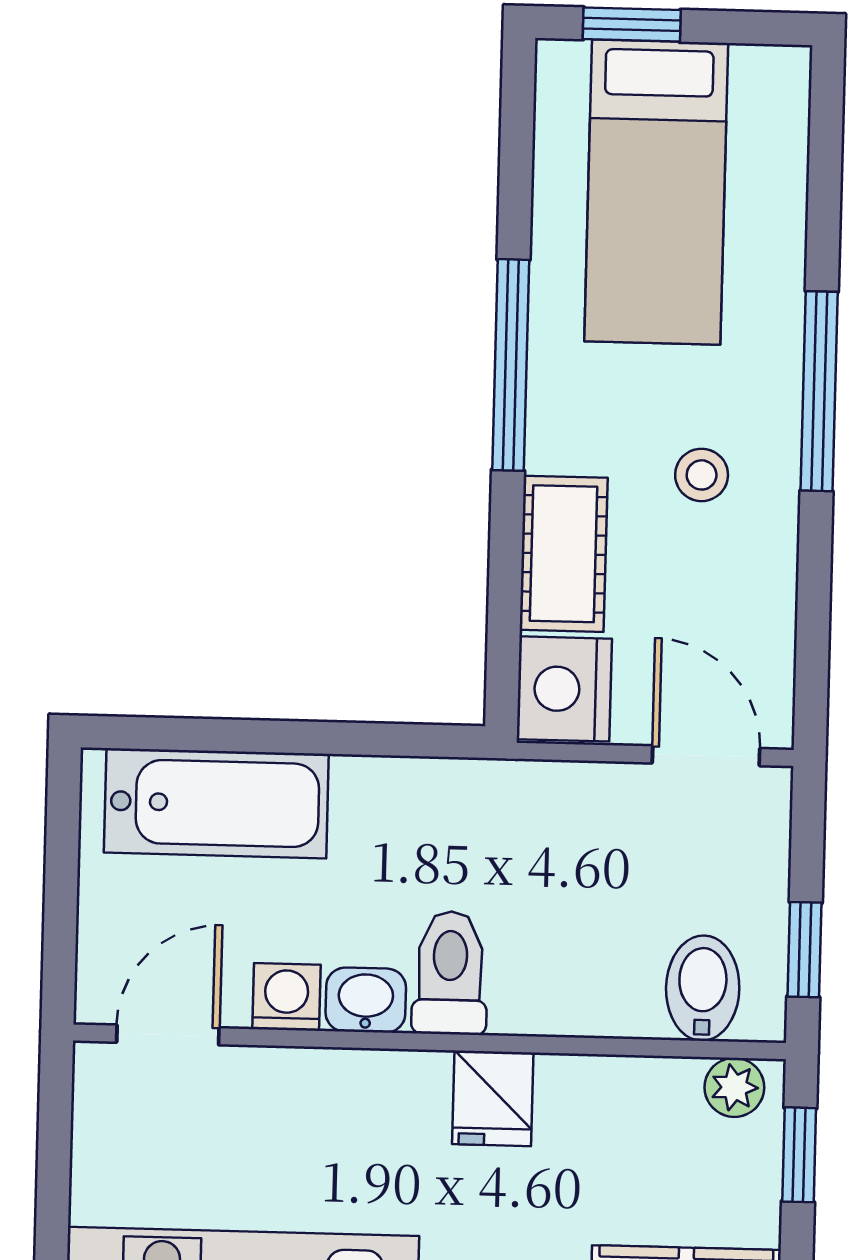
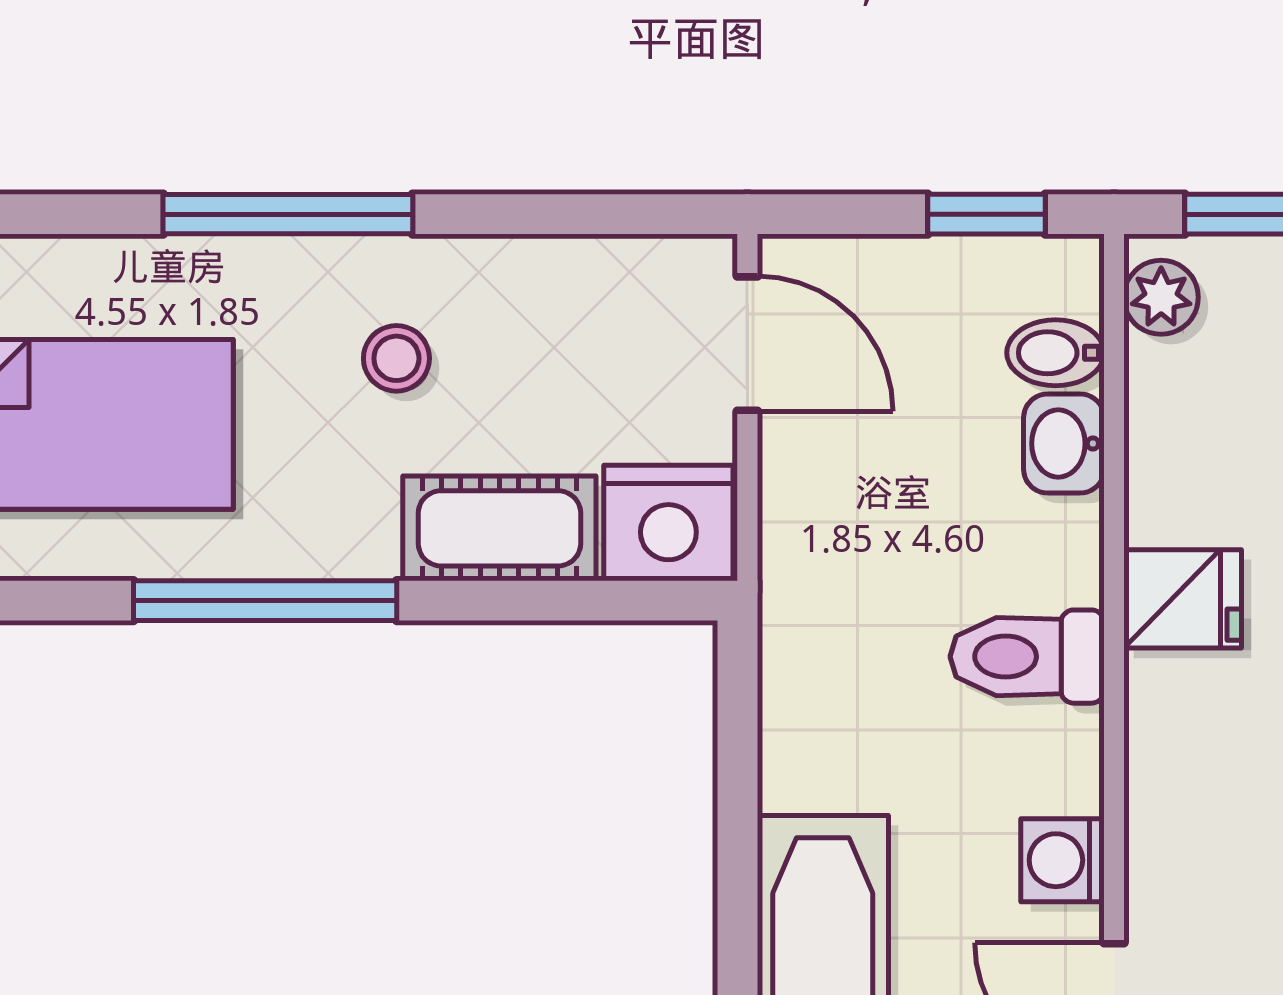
door: (706, 756) -> (747, 344), swing flipped
bidet: (703, 988) -> (1055, 353), width x0.72, depth x0.74
washbasin: (366, 1000) -> (1064, 444), moved

